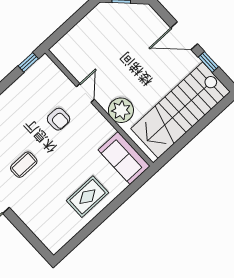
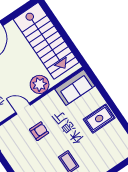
window: (208, 62) -> (14, 15), removed
rug: (87, 197) -> (99, 119), turned 90

